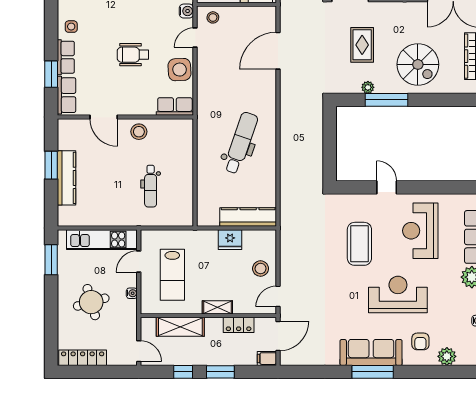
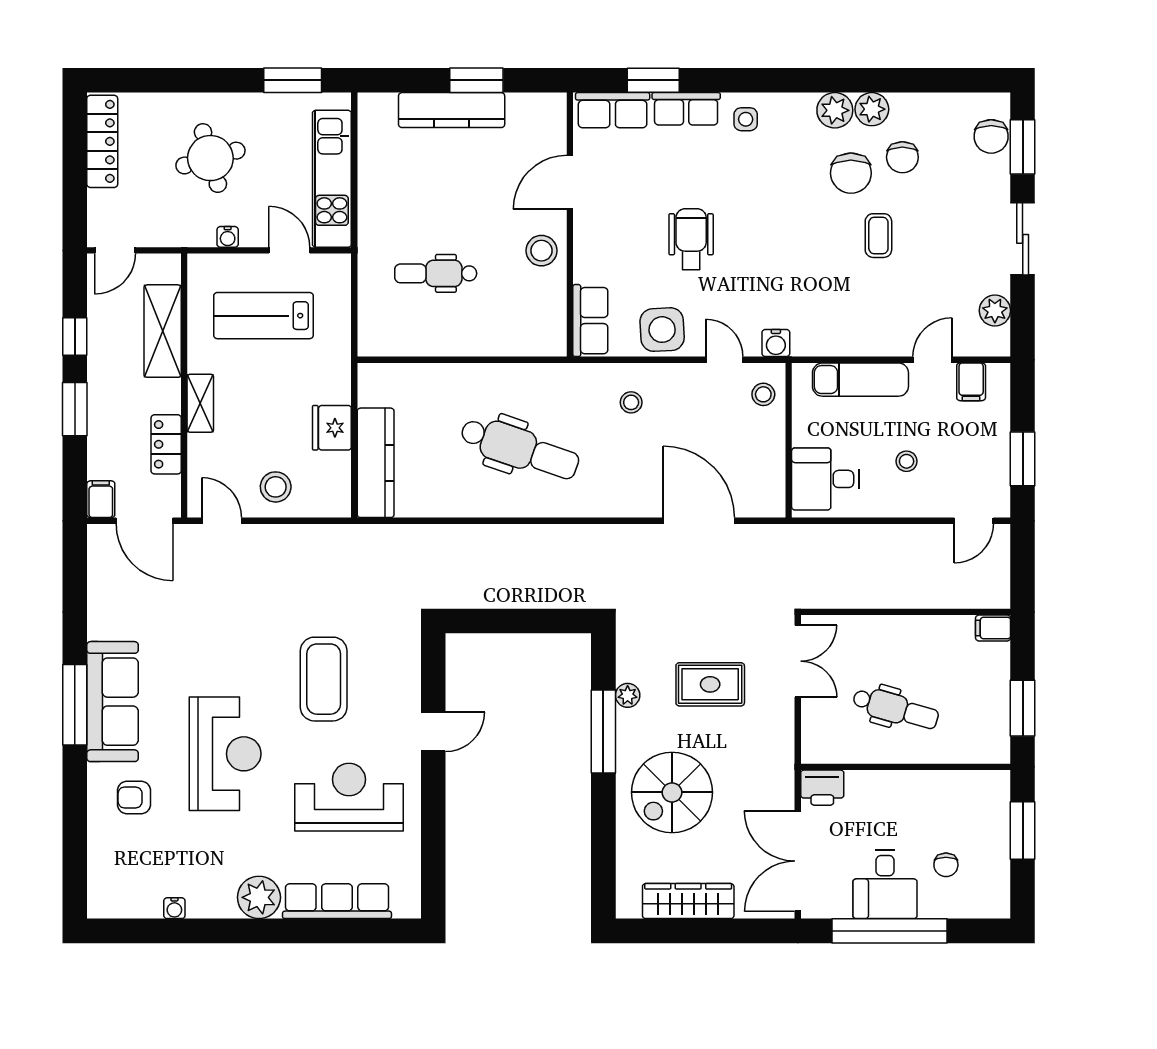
stool: (217, 86) -> (631, 402), added
coffee table: (359, 244) -> (324, 679), turned 90
plant: (447, 356) -> (105, 849), removed

